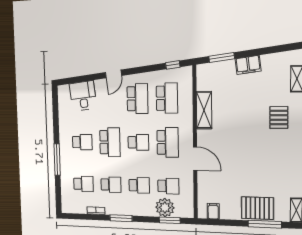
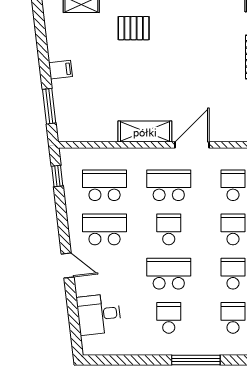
filing cabinet: (248, 65) -> (60, 70), width x0.50
shelving: (204, 110) -> (145, 132), moved

